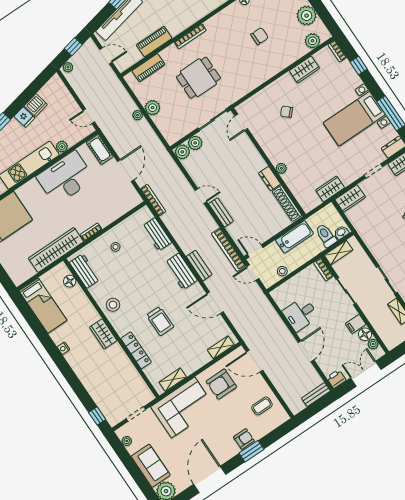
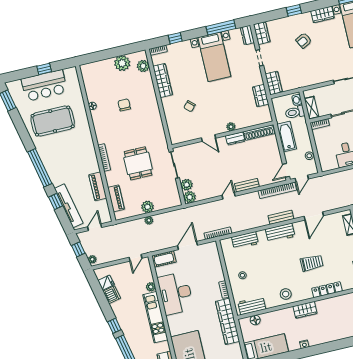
wardrobe: (304, 70) -> (163, 81), width x1.50
fridge: (24, 117) -> (106, 283), moved
door: (241, 122) -> (208, 138), moved
door: (126, 171) -> (188, 246), hinge flipped

